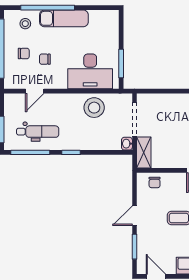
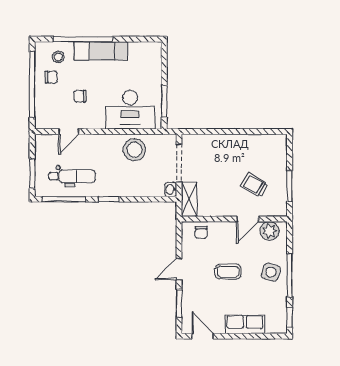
chair: (24, 53) -> (51, 77), moved

